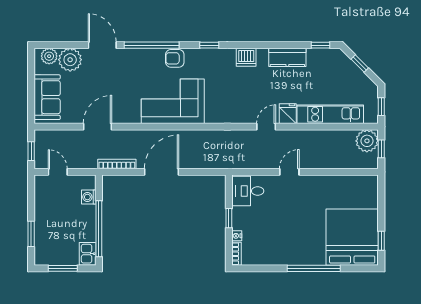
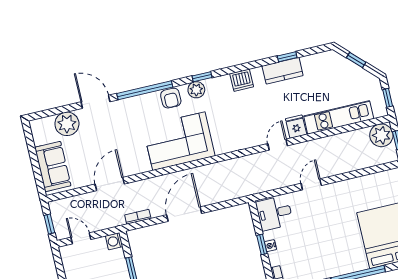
window: (321, 45) -> (287, 57), moved
plant: (49, 56) -> (196, 90), moved
armchair: (175, 58) -> (171, 98), turned -90
bookcase: (117, 164) -> (138, 217), width x0.64
washing machine: (89, 197) -> (114, 241), moved
nightstand: (237, 236) -> (270, 246), moved

